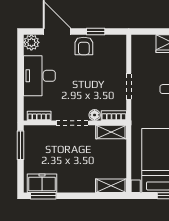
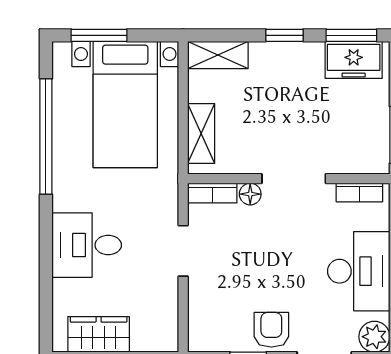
shelving: (111, 132) -> (201, 134), moved, turned 90
window: (77, 196) -> (285, 35), added

